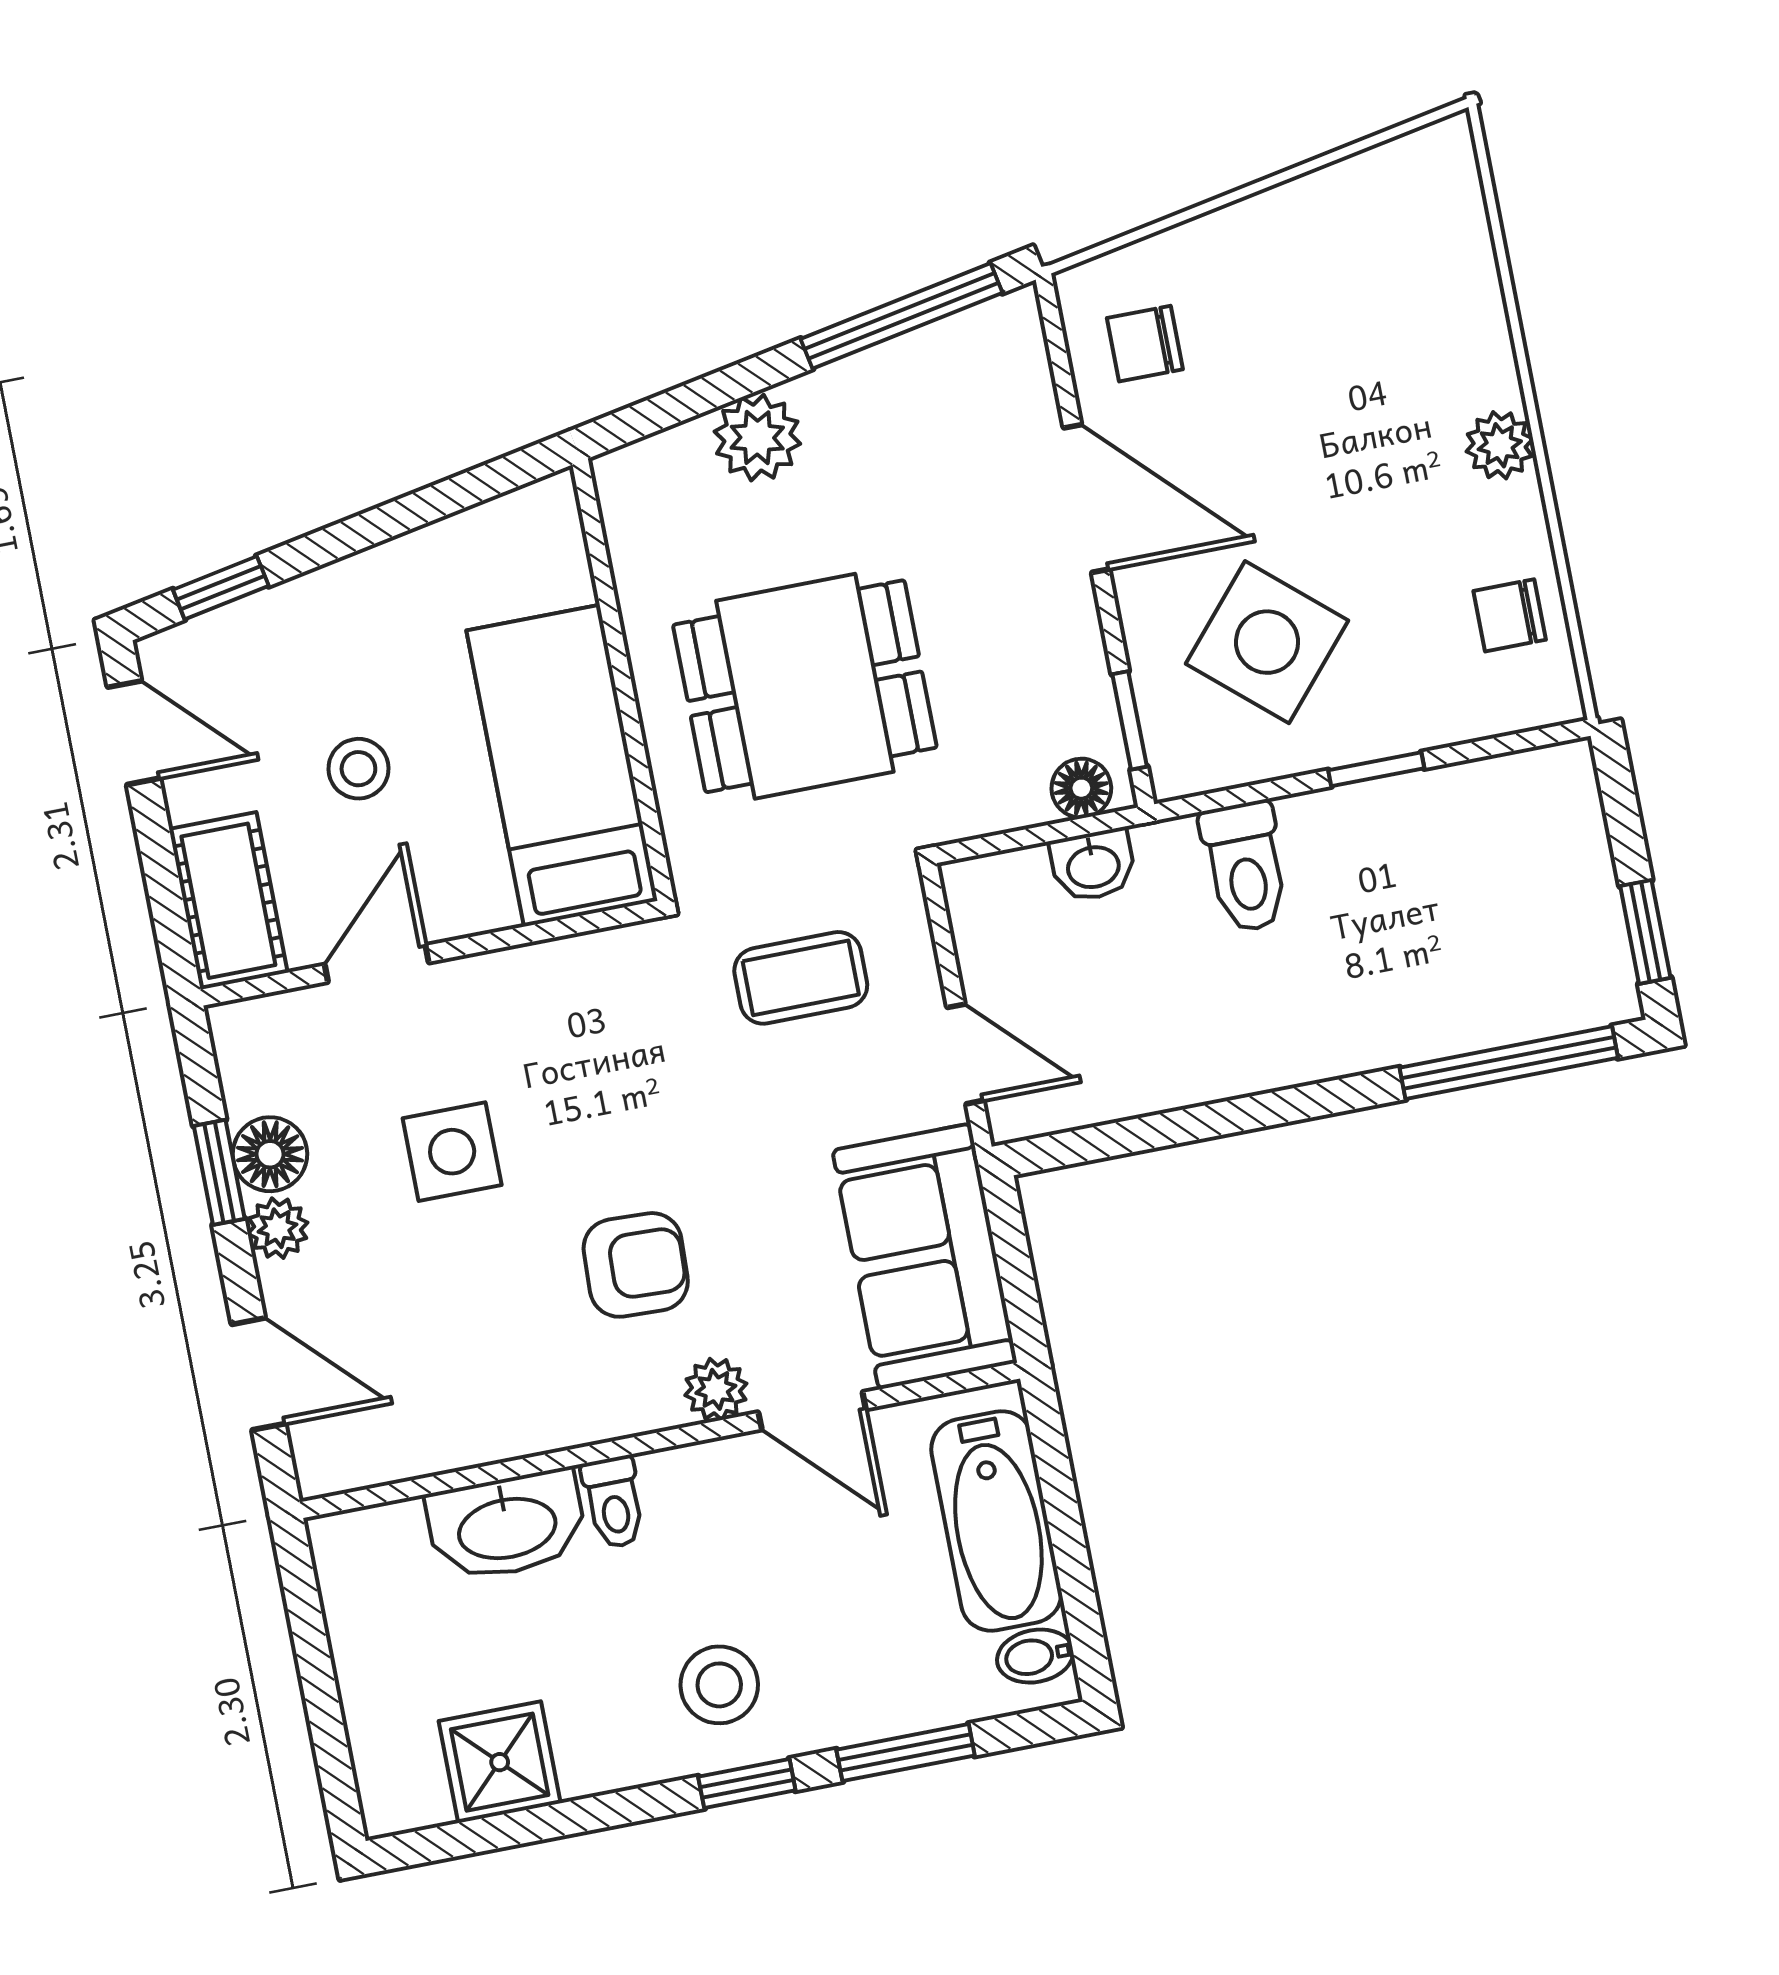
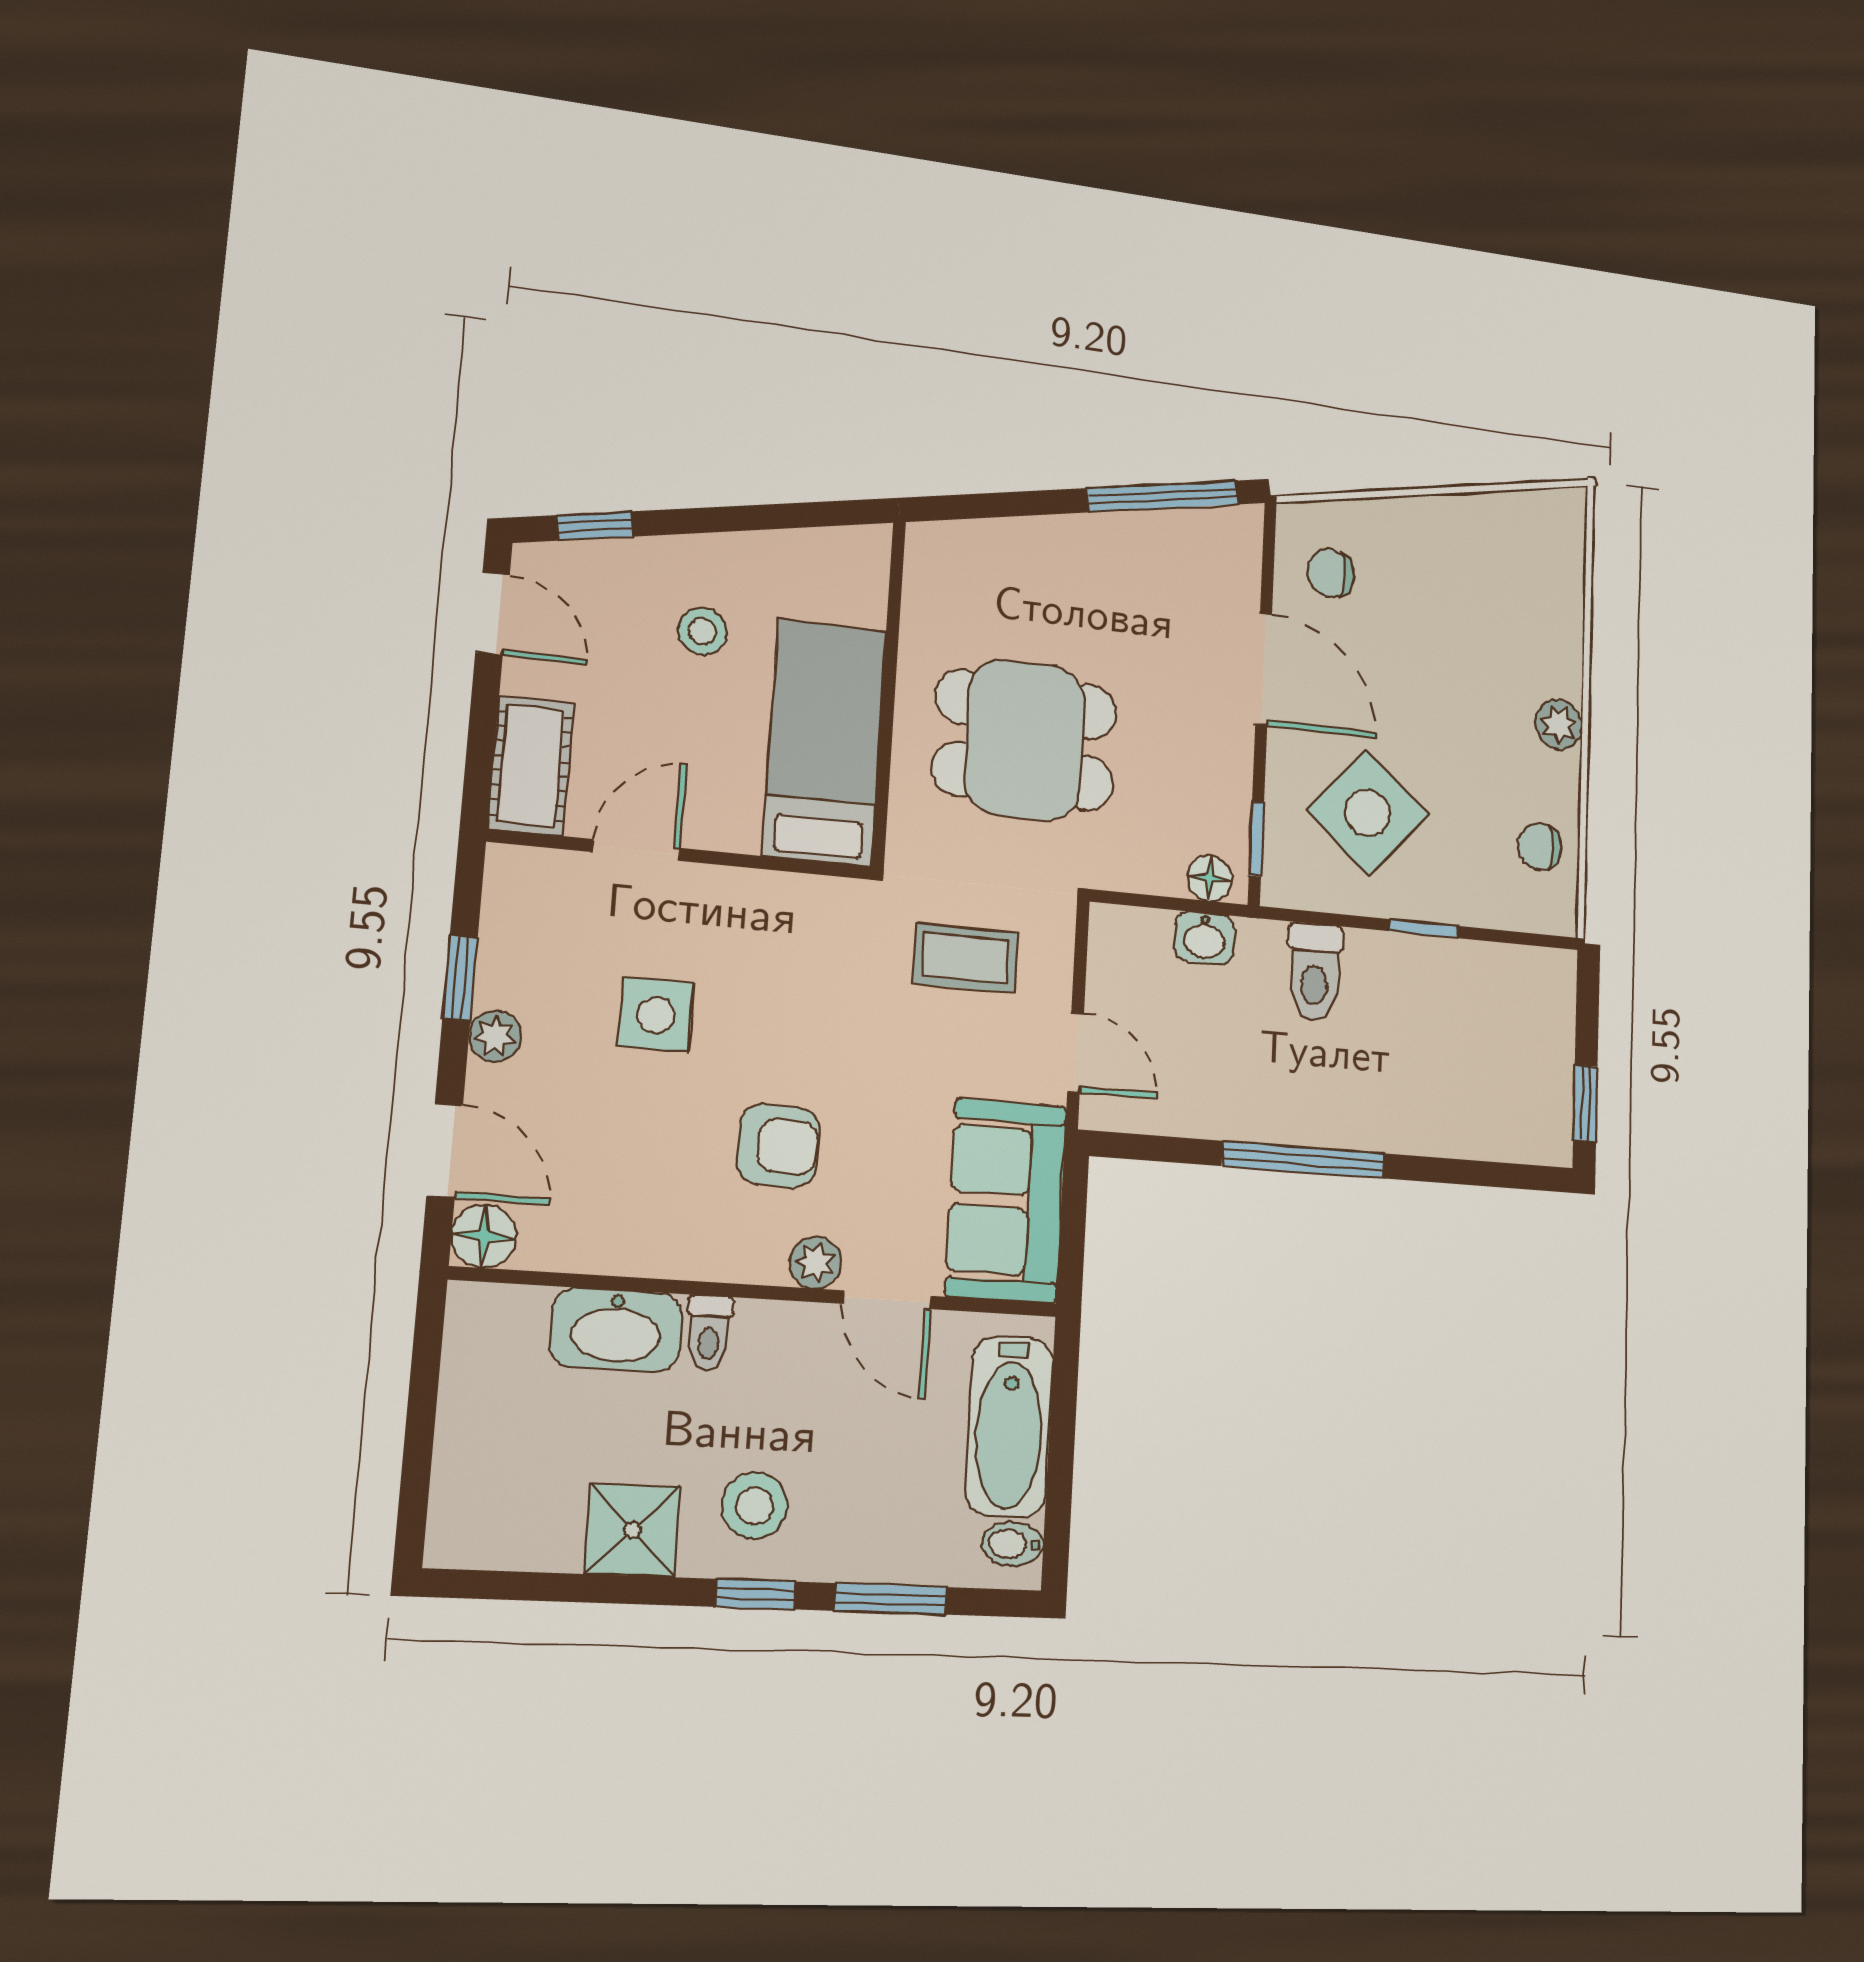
plant: (757, 438) -> (1036, 548), removed
stool: (358, 769) -> (702, 631), moved
window: (1509, 1063) -> (1304, 1160), moved
floor lamp: (270, 1154) -> (484, 1236), moved
shower: (500, 1762) -> (632, 1530), moved

